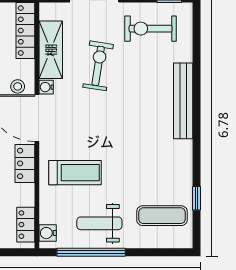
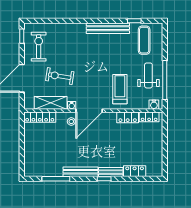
exercise bike: (151, 29) -> (39, 47), turned 180
bench: (183, 101) -> (108, 28), moved
locker: (25, 163) -> (128, 117), moved
weight bench: (99, 223) -> (148, 75), turned 180

